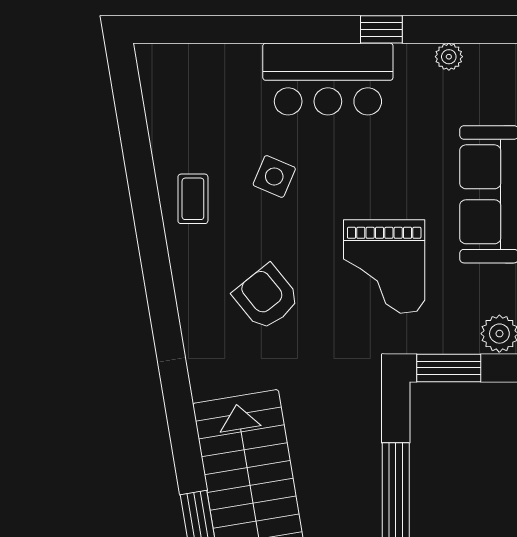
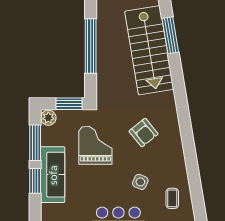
coffee table: (193, 199) -> (172, 198), moved

